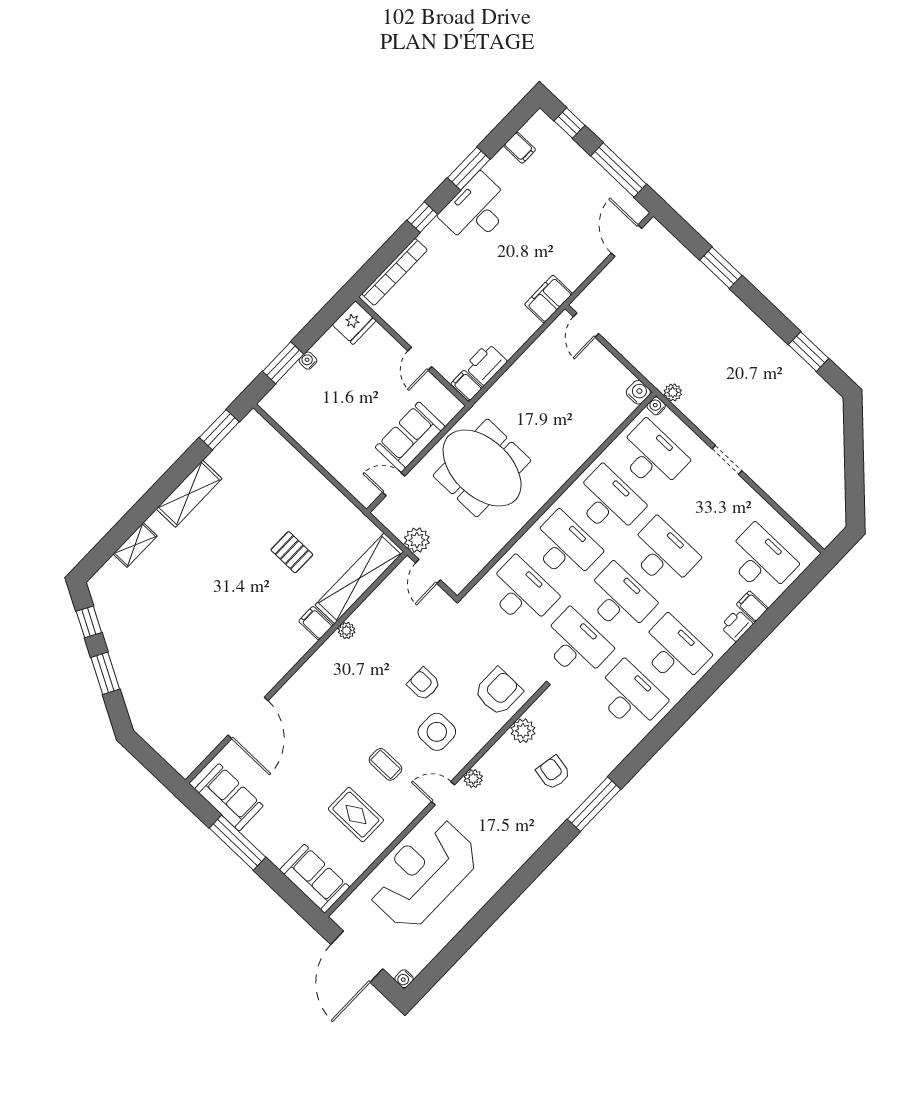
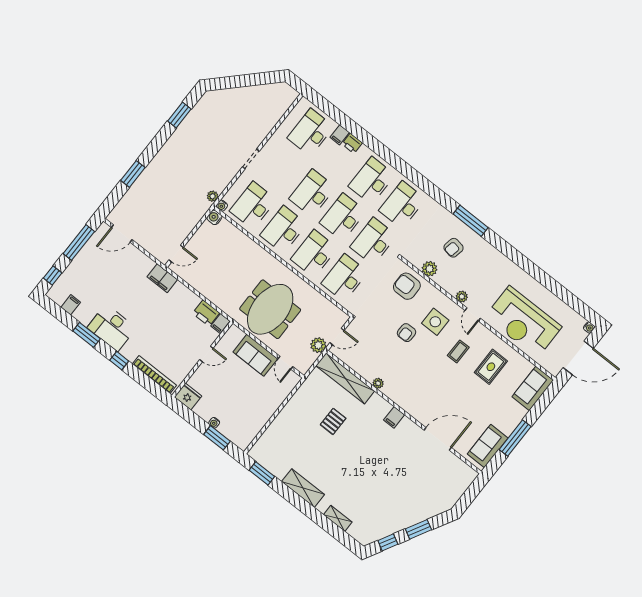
filing cabinet: (316, 623) -> (394, 417), moved

